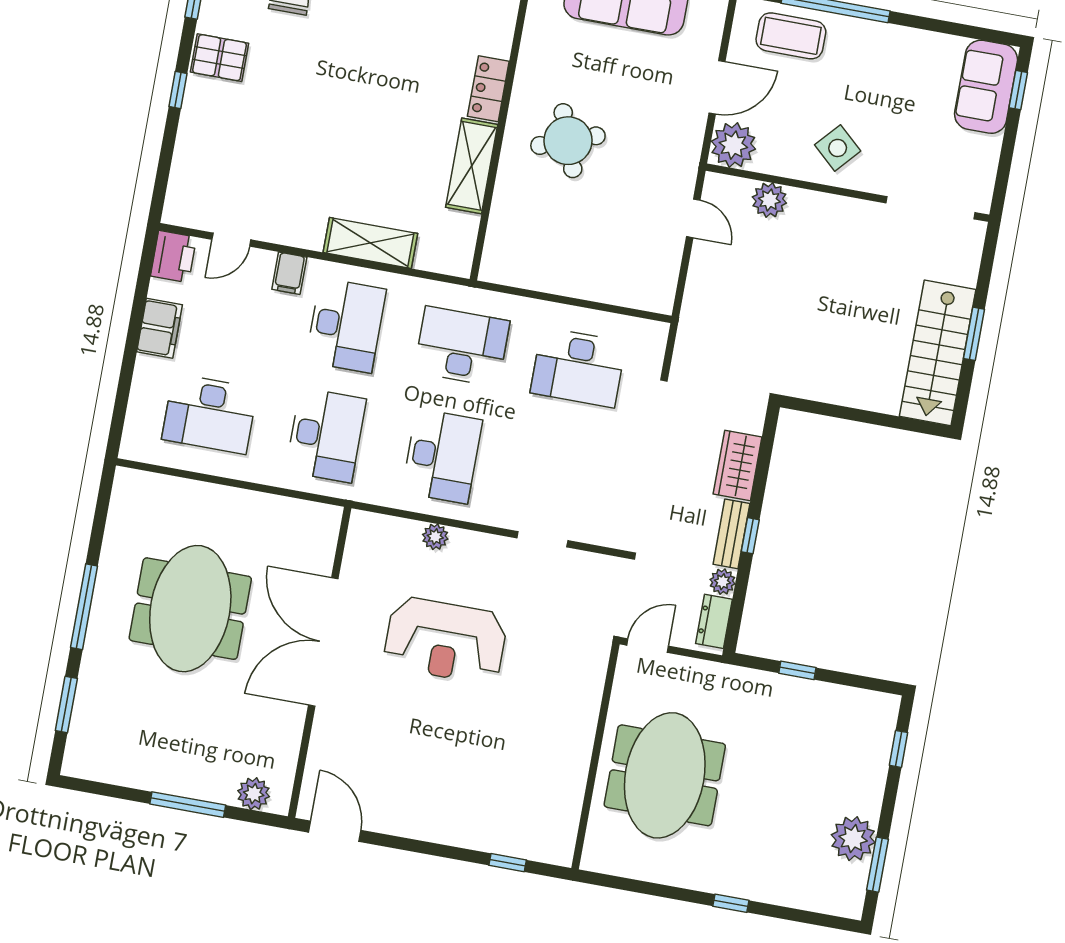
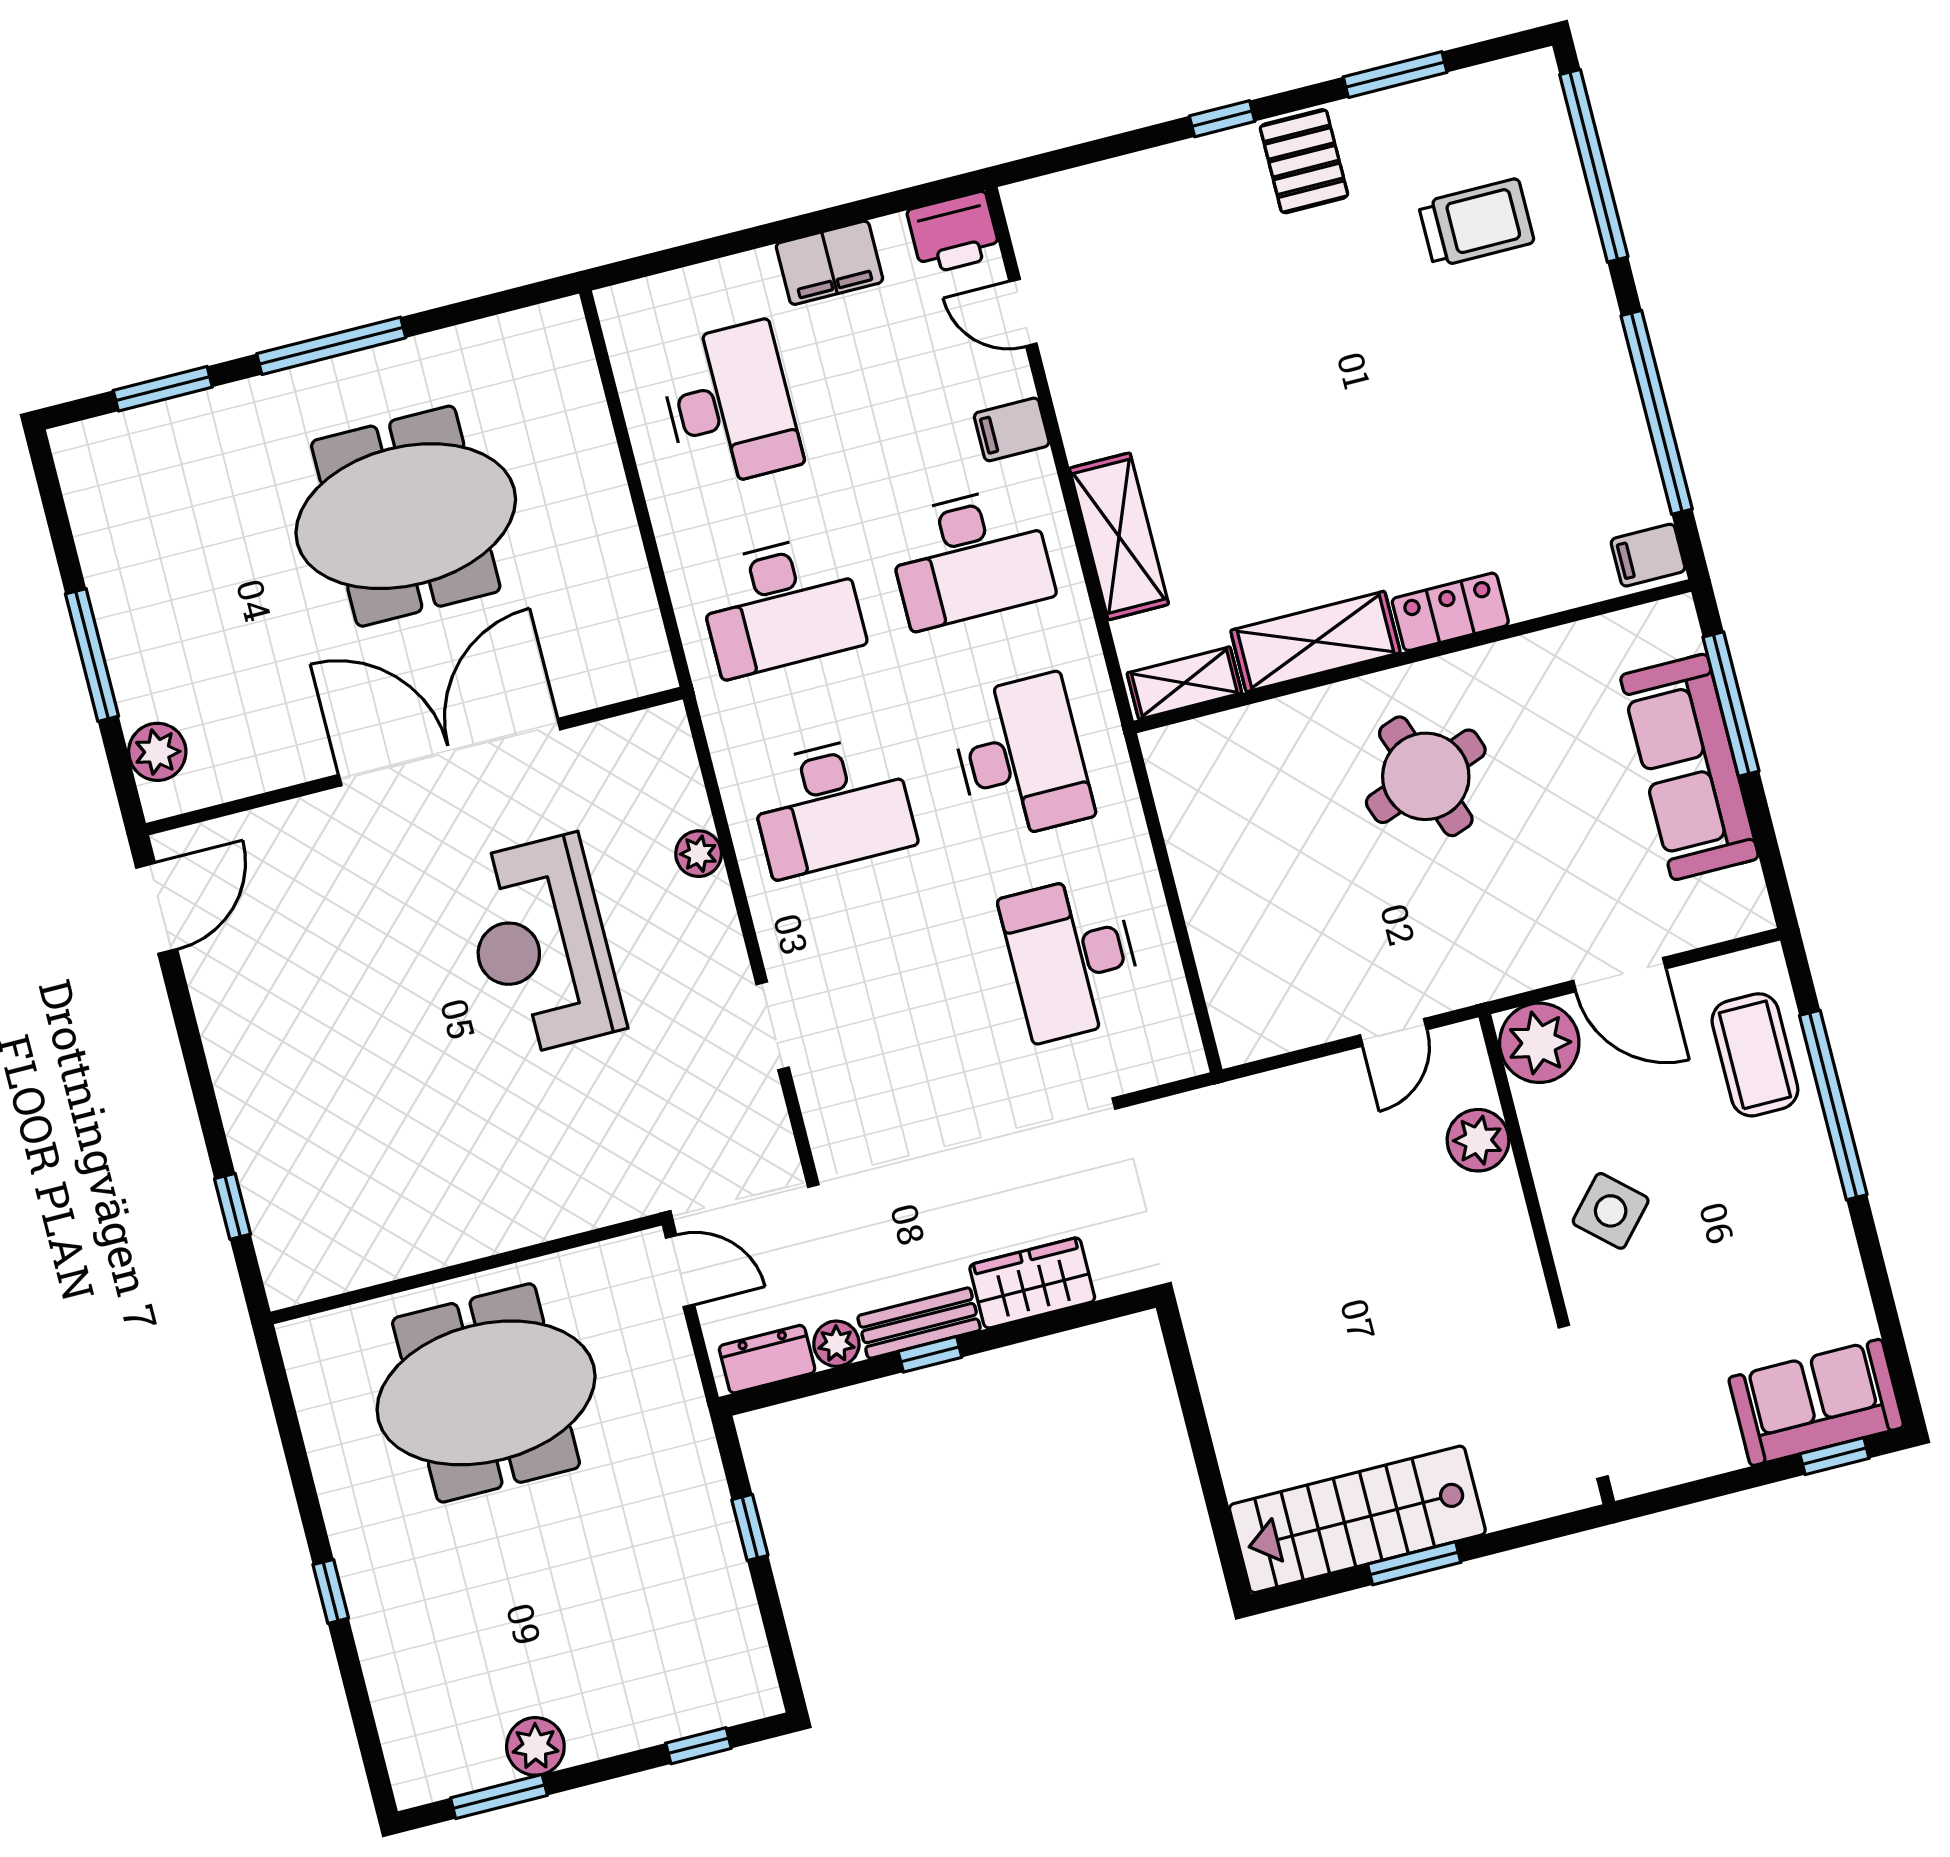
shelving: (462, 244) -> (1184, 683), added
desk: (210, 414) -> (730, 405), turned 180
plant: (853, 839) -> (535, 1746), width x0.73, depth x0.73

